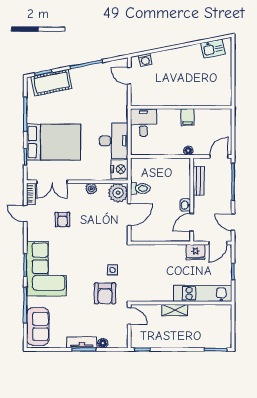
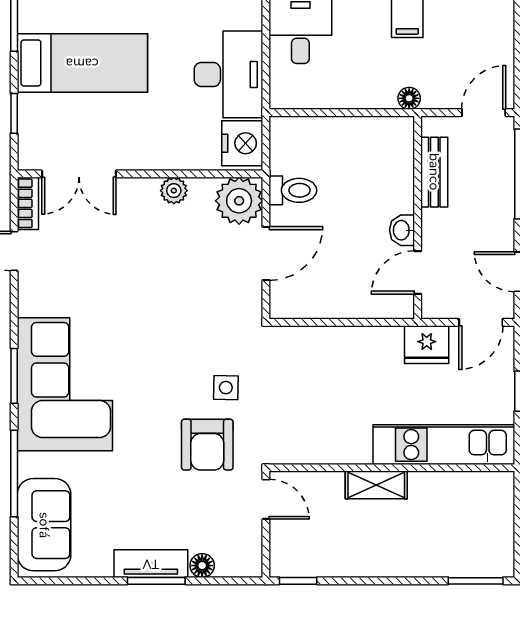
bed: (53, 142) -> (82, 63), width x0.67
armchair: (62, 219) -> (104, 265), removed

